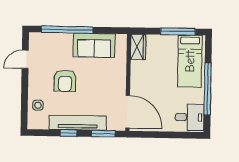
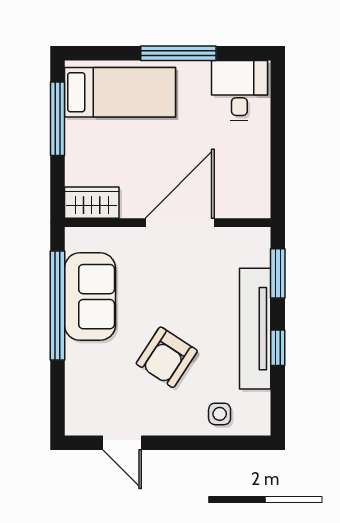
window: (67, 30) -> (58, 305), moved
armchair: (65, 81) -> (167, 357), turned 123
window: (208, 89) -> (178, 53), width x0.68
door: (128, 112) -> (180, 223), moved

